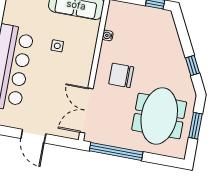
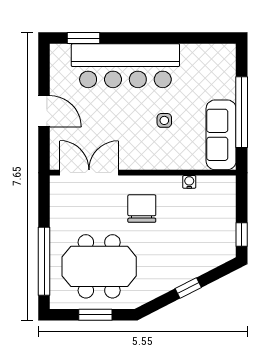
window: (192, 65) -> (188, 288), moved
door: (33, 136) -> (44, 111), swing flipped
window: (116, 151) -> (44, 261), moved

